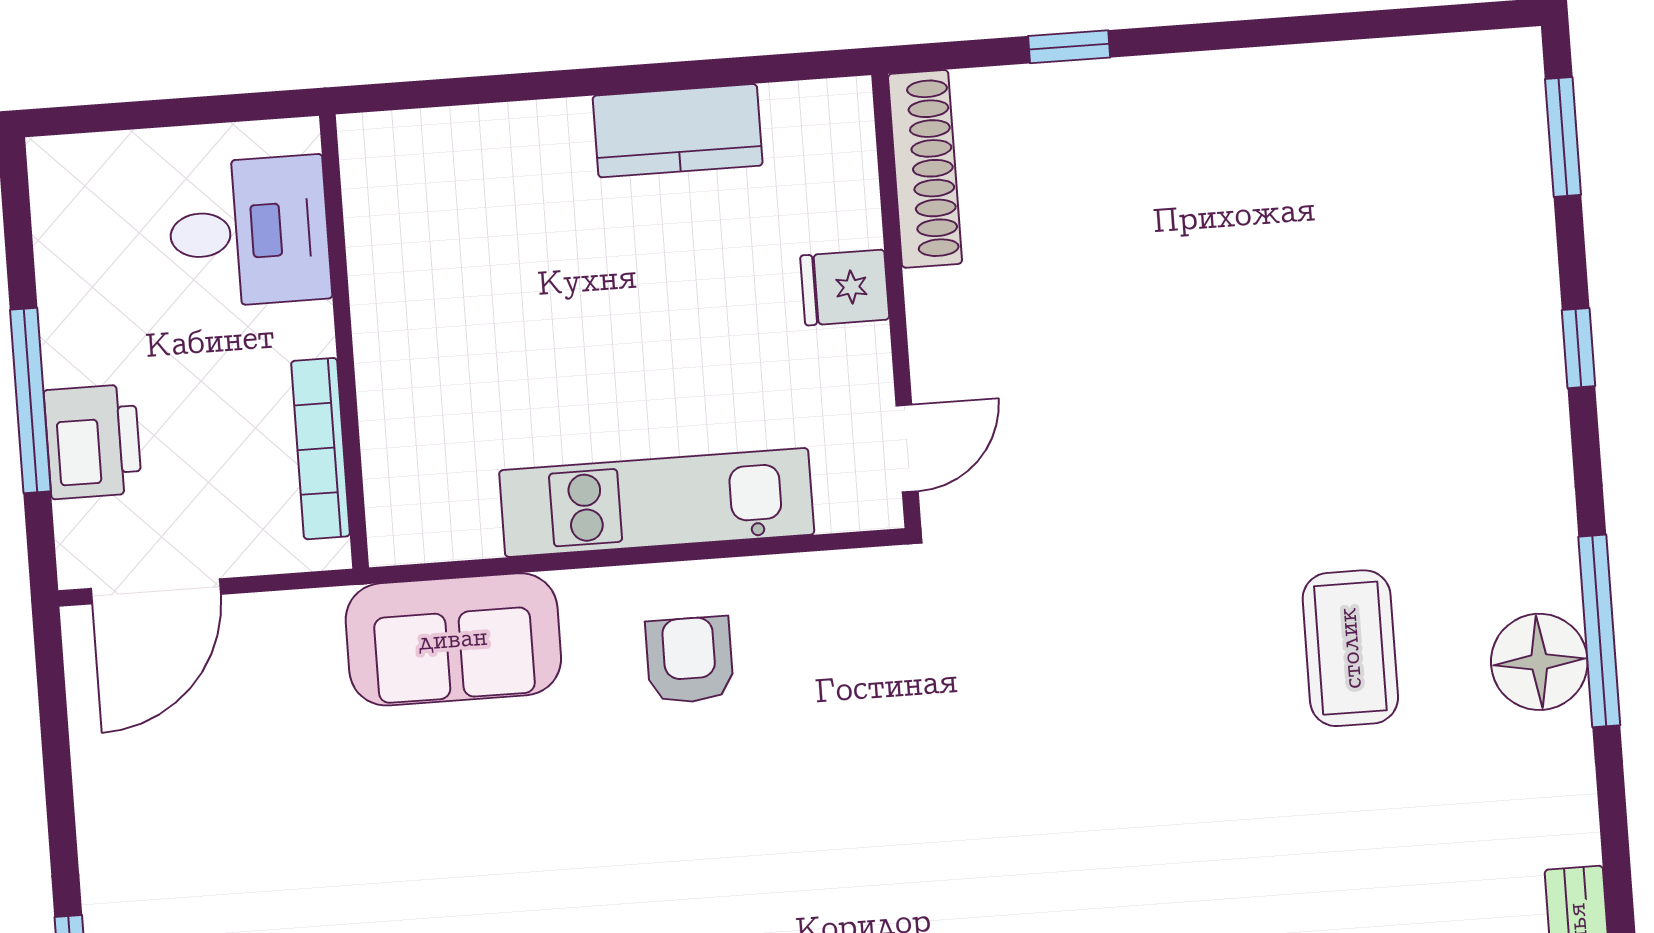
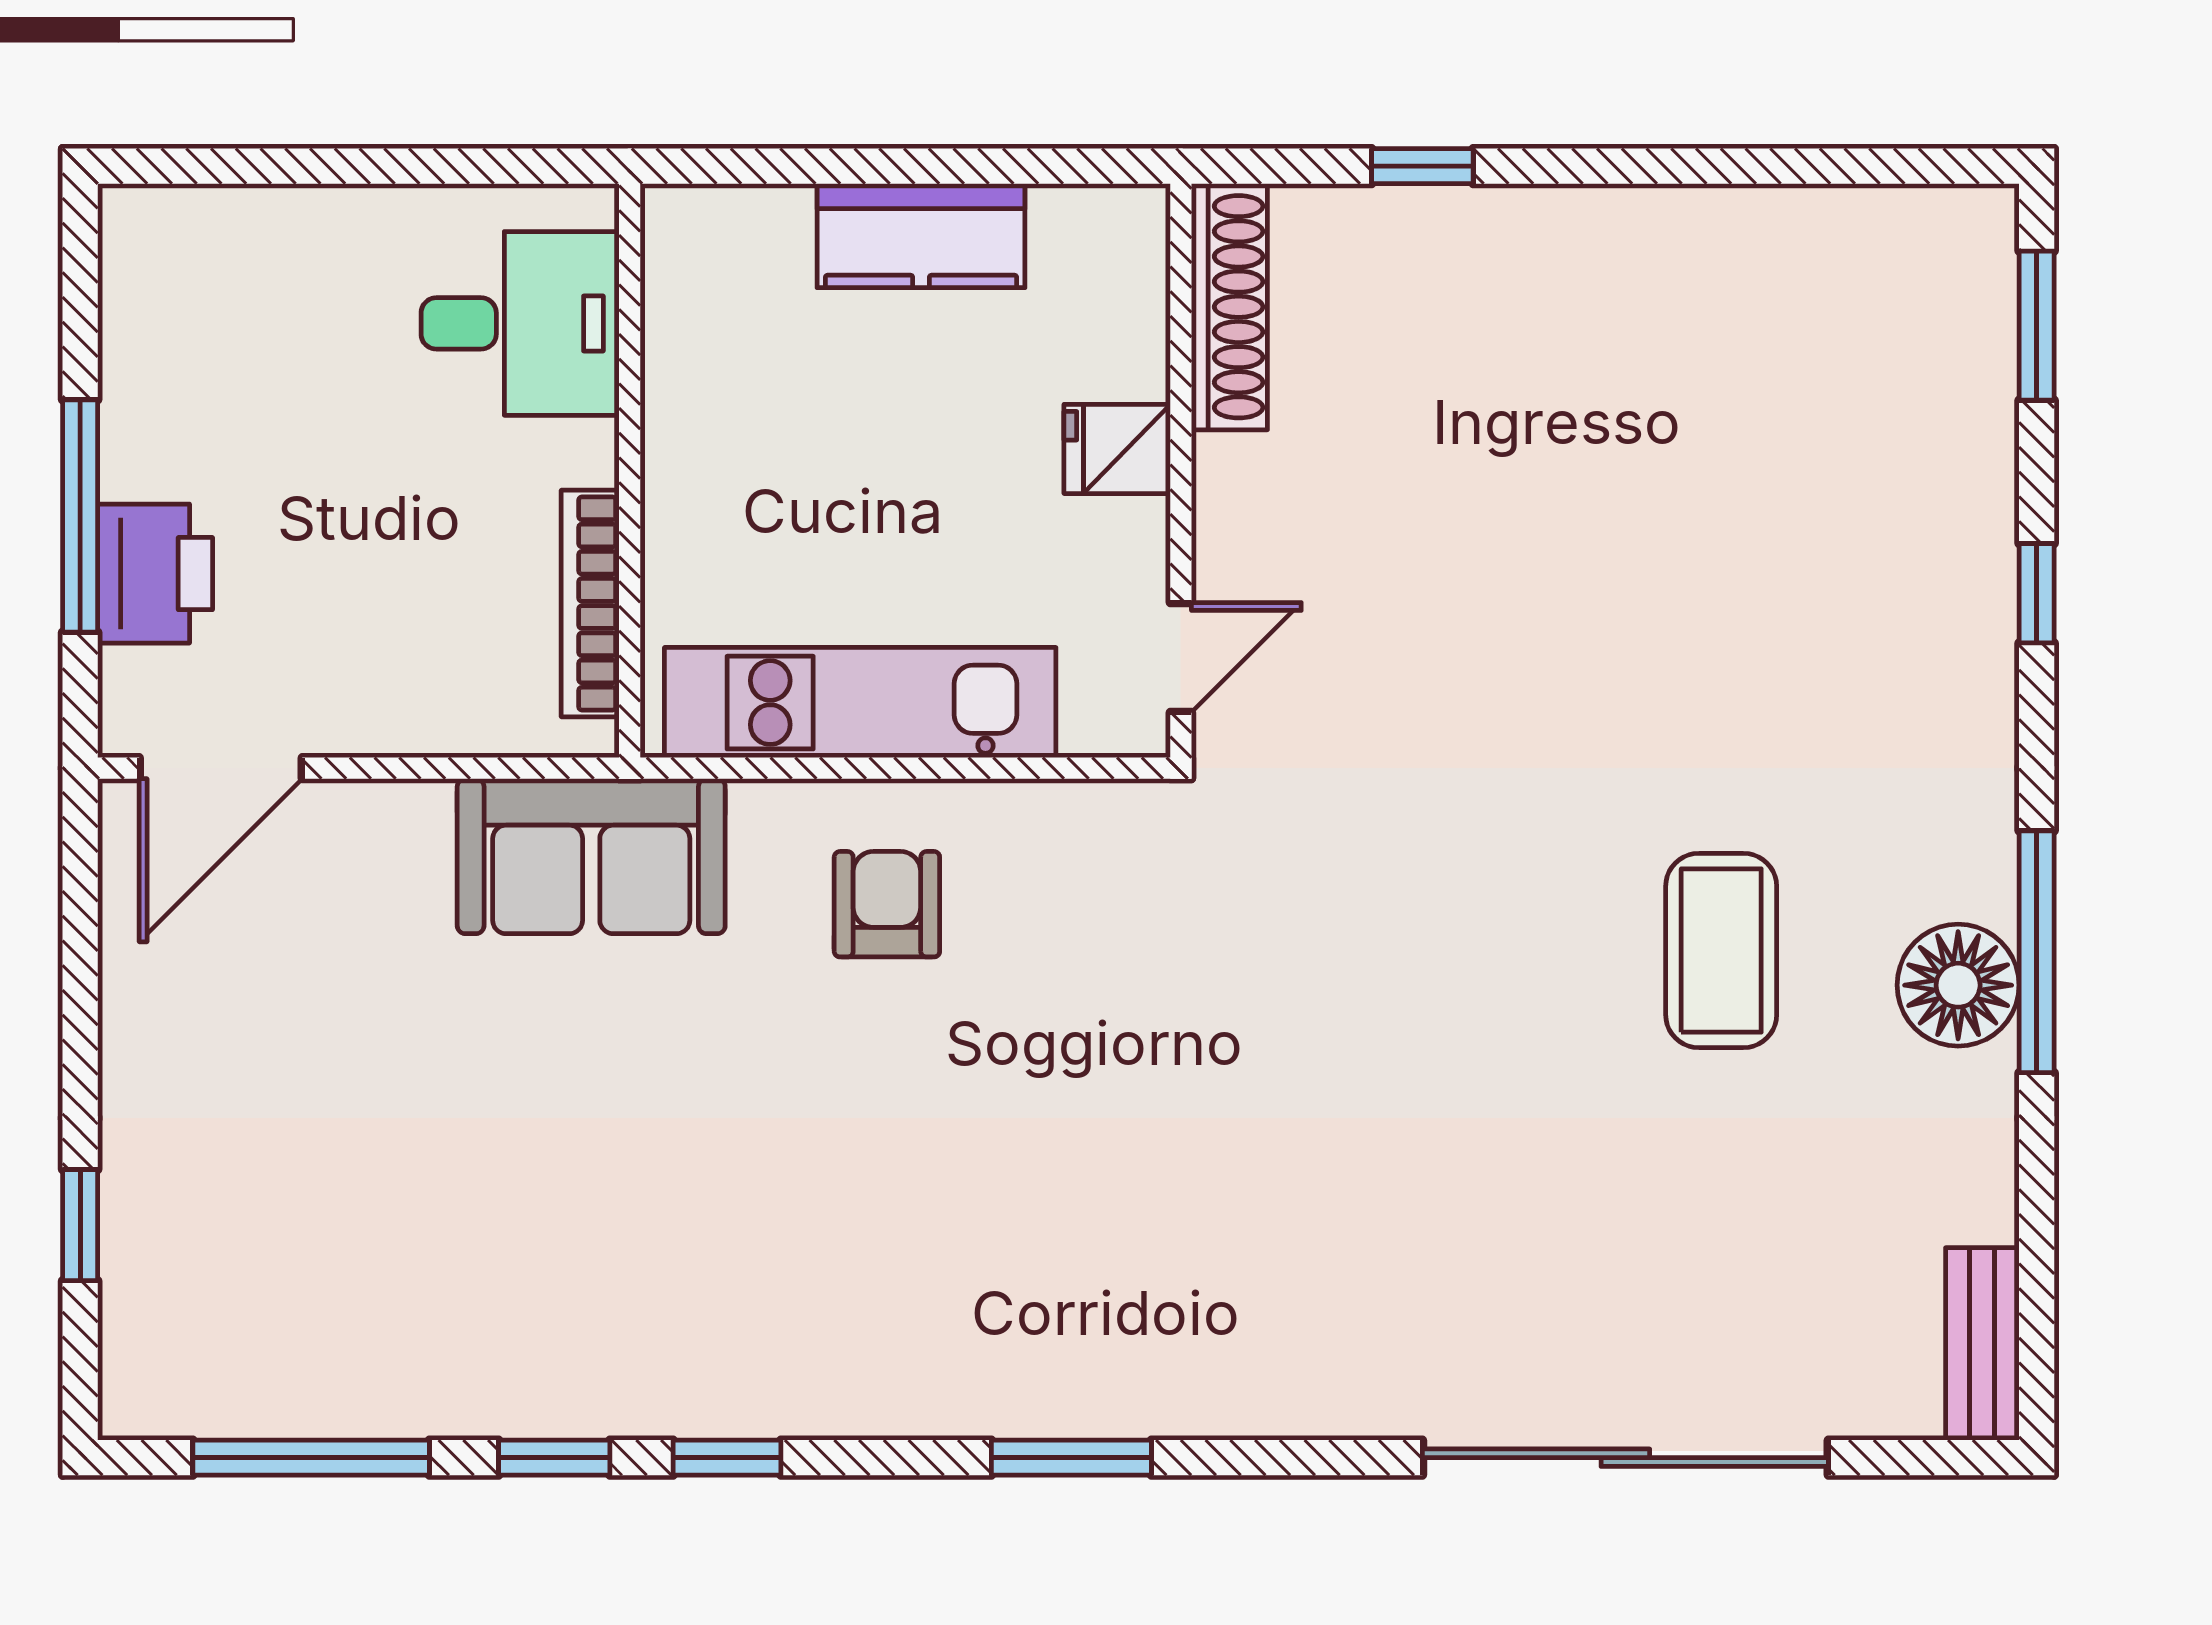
desk: (249, 232) -> (520, 323), moved
wall: (344, 342) -> (630, 471), moved
bookcase: (321, 449) -> (590, 603), moved

